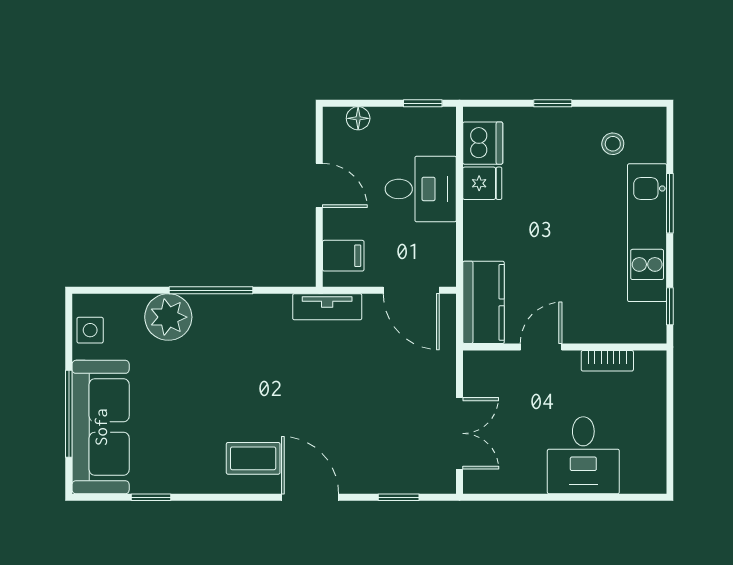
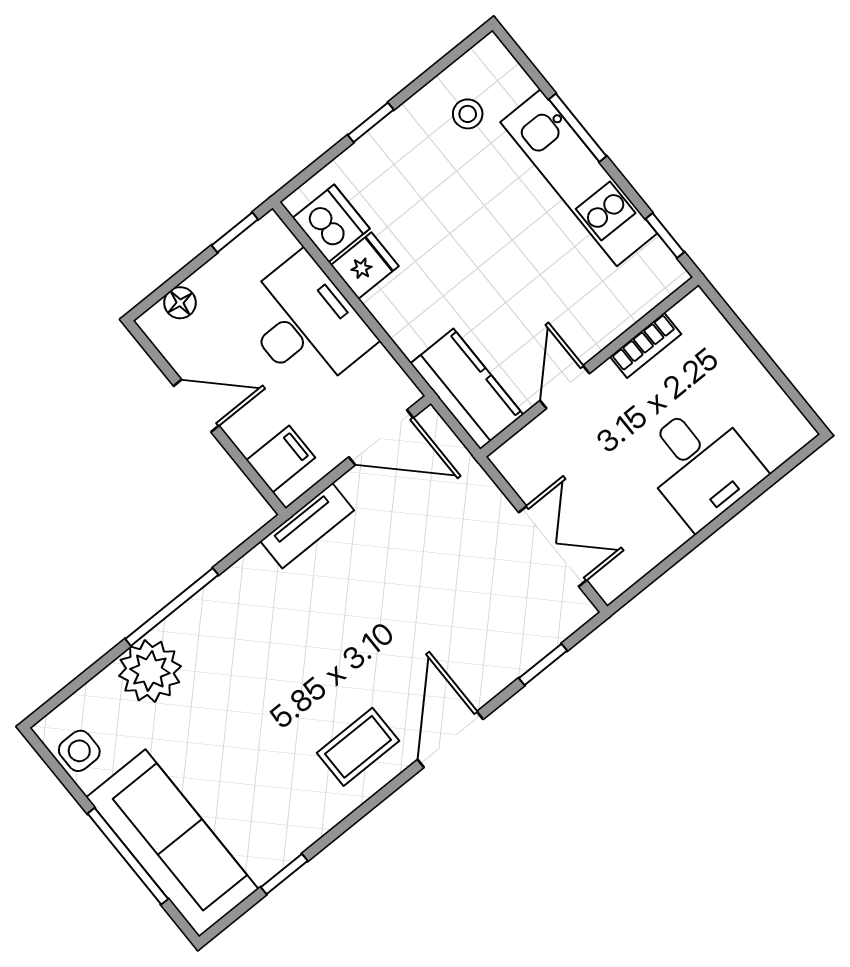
desk: (421, 189) -> (305, 324), width x1.37
door: (310, 497) -> (450, 739), hinge flipped

